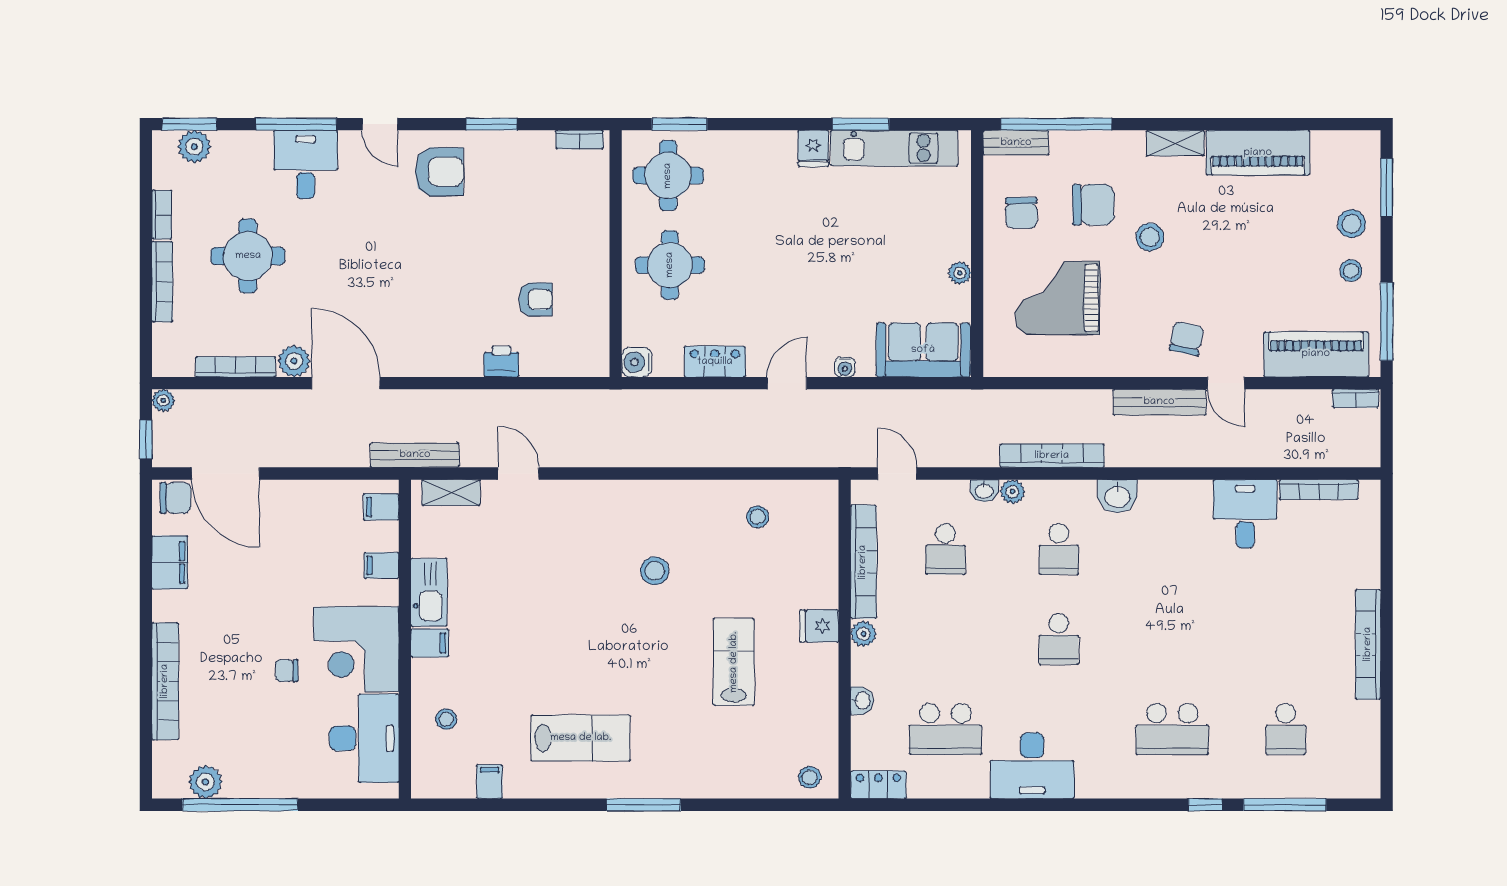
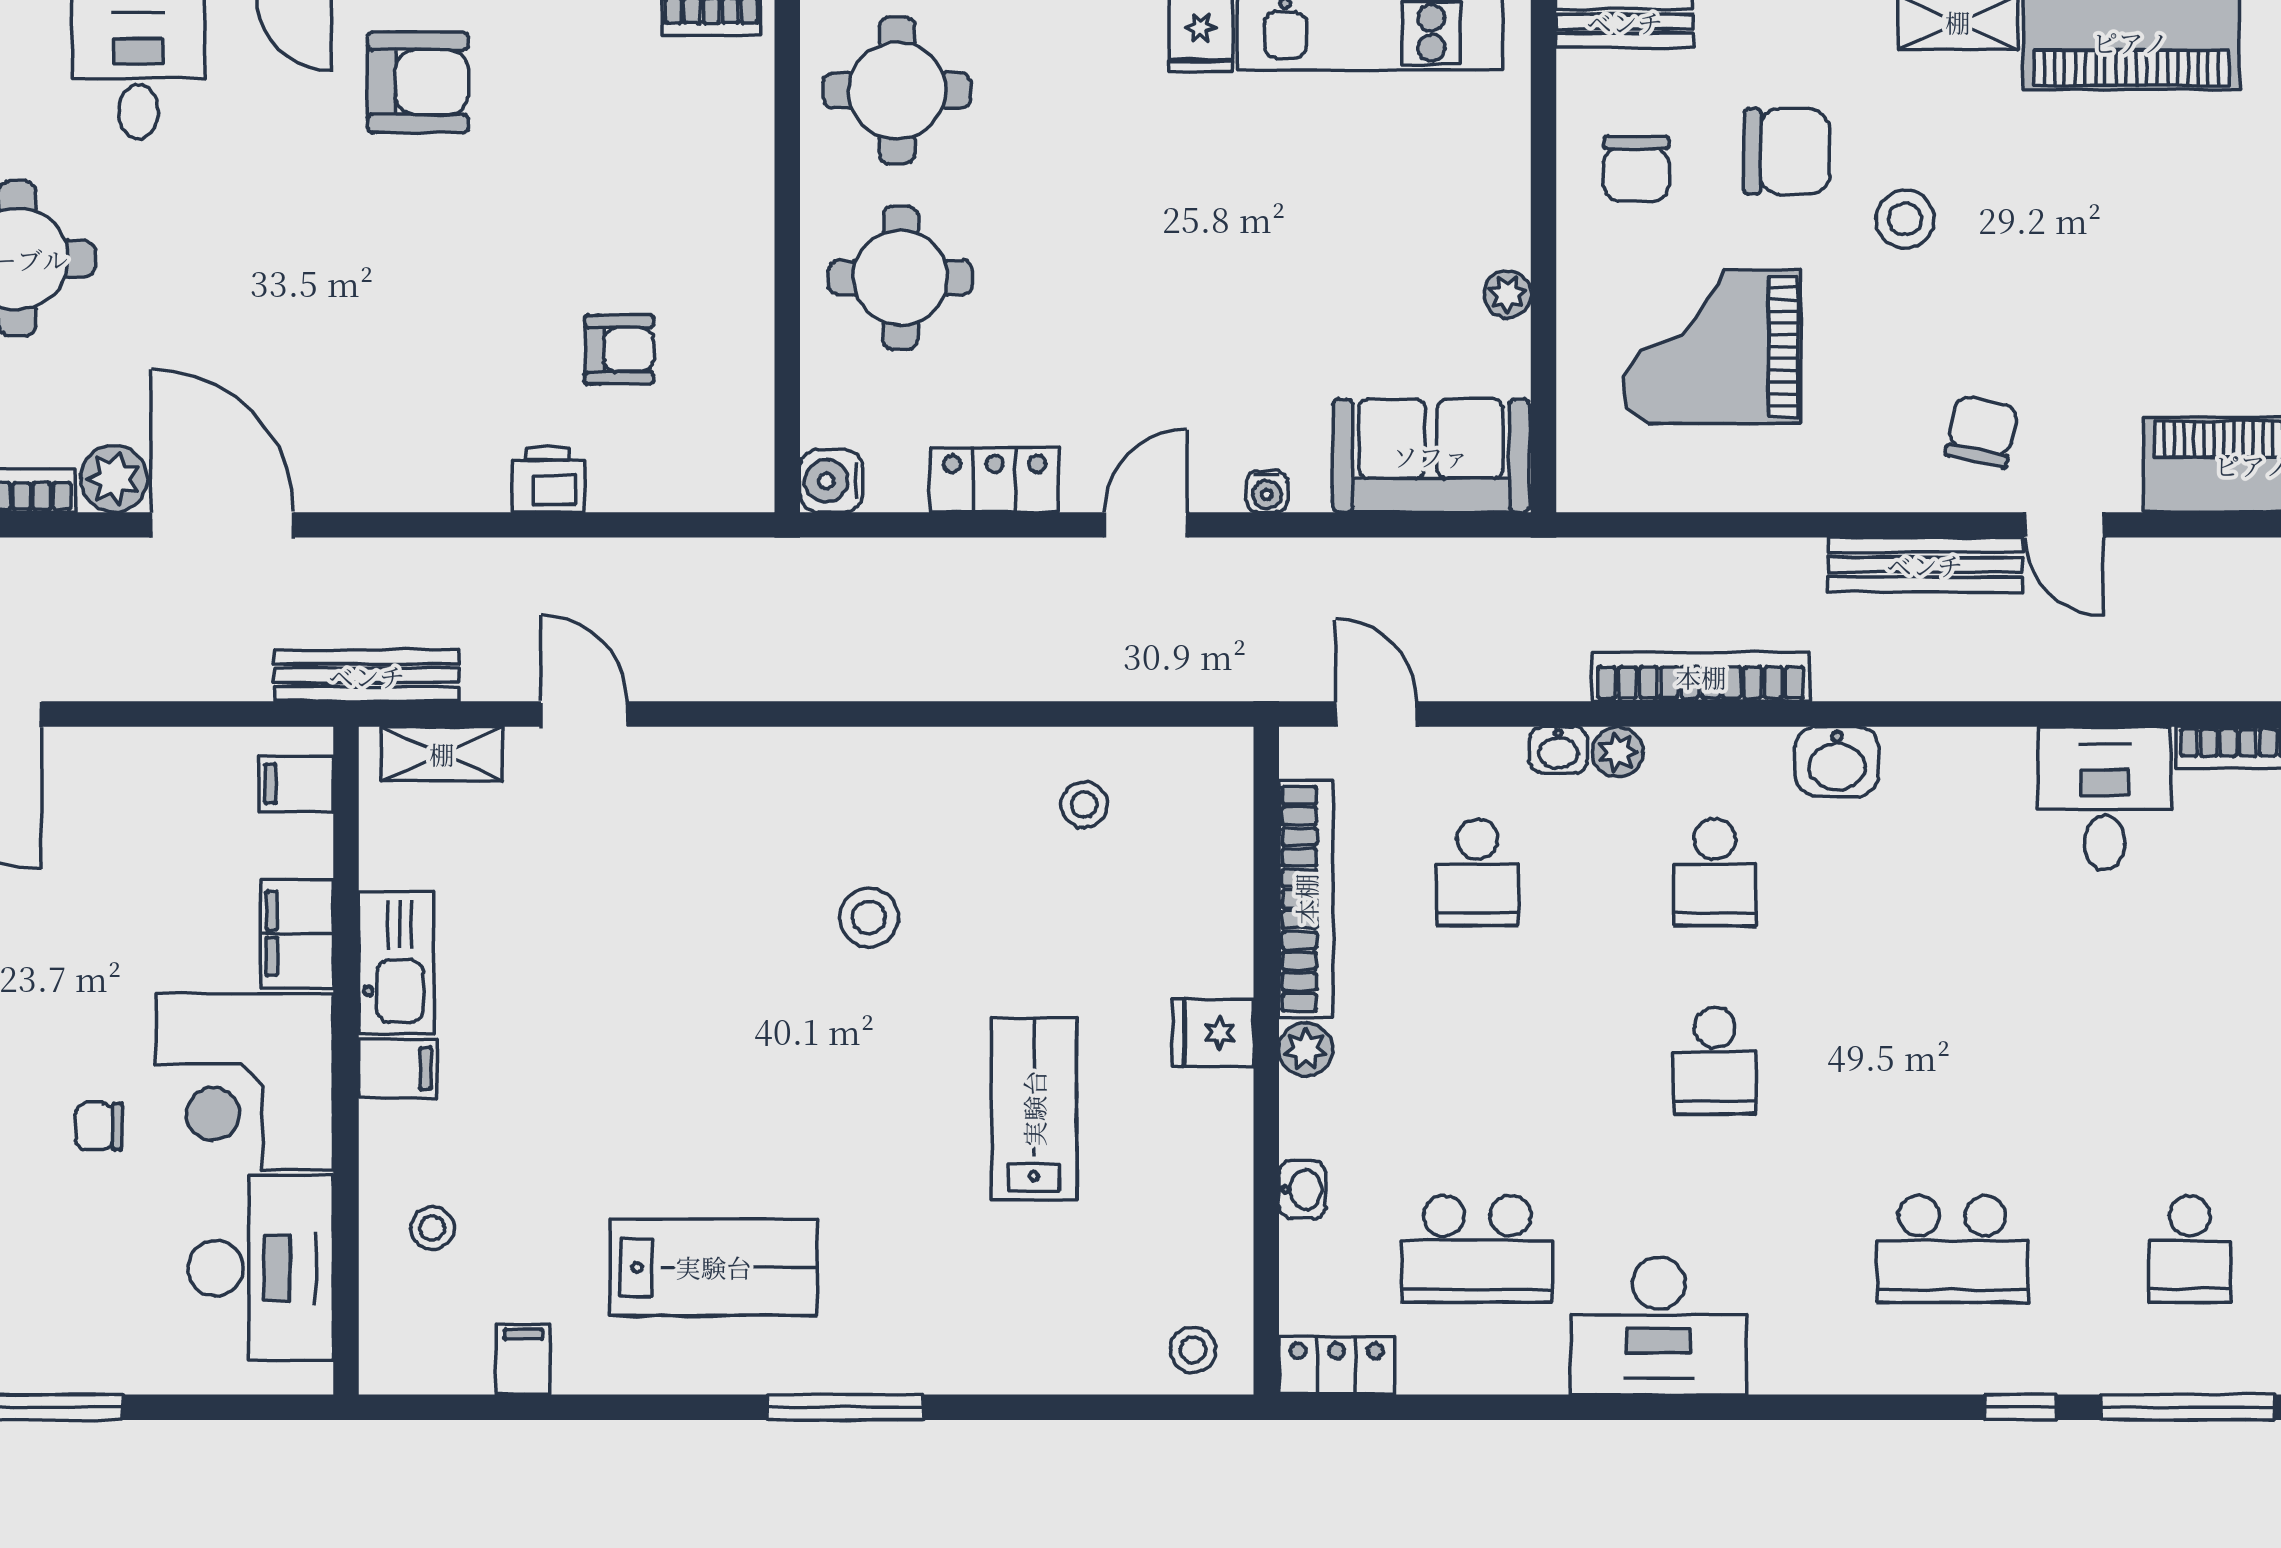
filing cabinet: (382, 565) -> (297, 934), width x2.00

